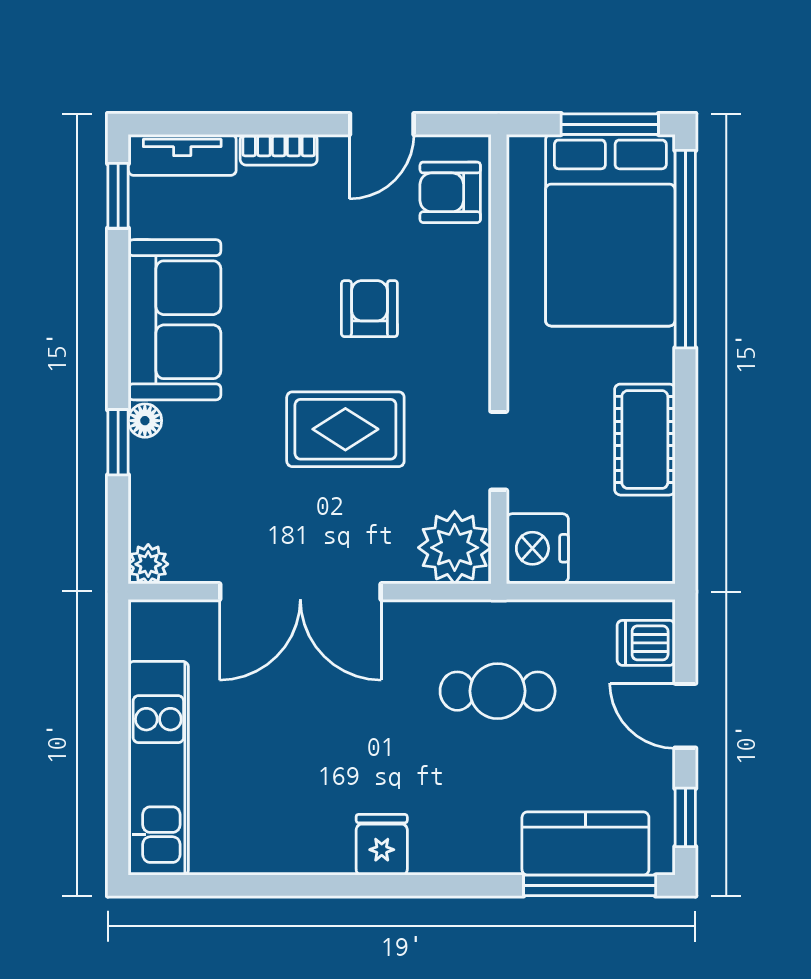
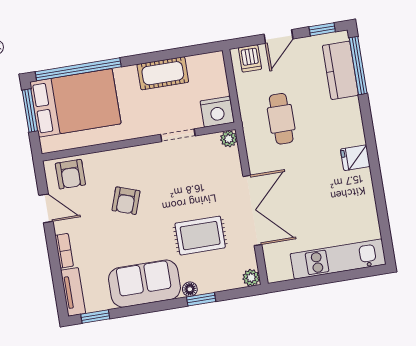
armchair: (369, 309) -> (126, 201), turned -71
rug: (345, 429) -> (200, 236), moved, turned 90
plant: (455, 548) -> (229, 139), width x0.53, depth x0.53

